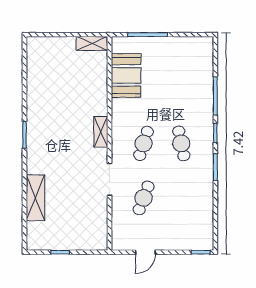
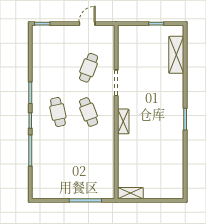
booth: (126, 75) -> (103, 167), removed
cafe table: (144, 143) -> (89, 112), turned -39
shelving: (35, 198) -> (176, 55), moved

